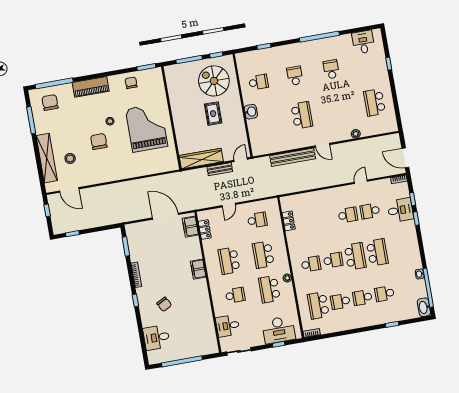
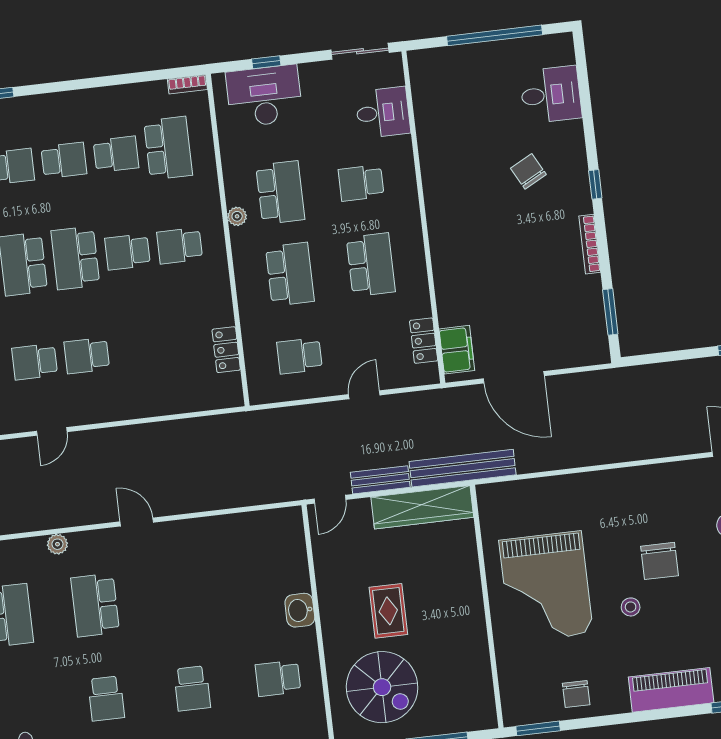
school desk: (302, 115) -> (95, 605), moved
bench: (293, 157) -> (463, 468), moved
school desk: (370, 211) -> (35, 362), turned 180
filing cabinet: (198, 269) -> (444, 249), removed

